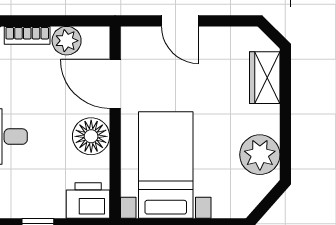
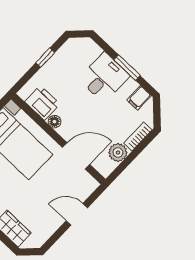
floor lamp: (91, 136) -> (54, 122), width x0.53, depth x0.53
printer: (88, 201) -> (42, 103), moved, turned -90

